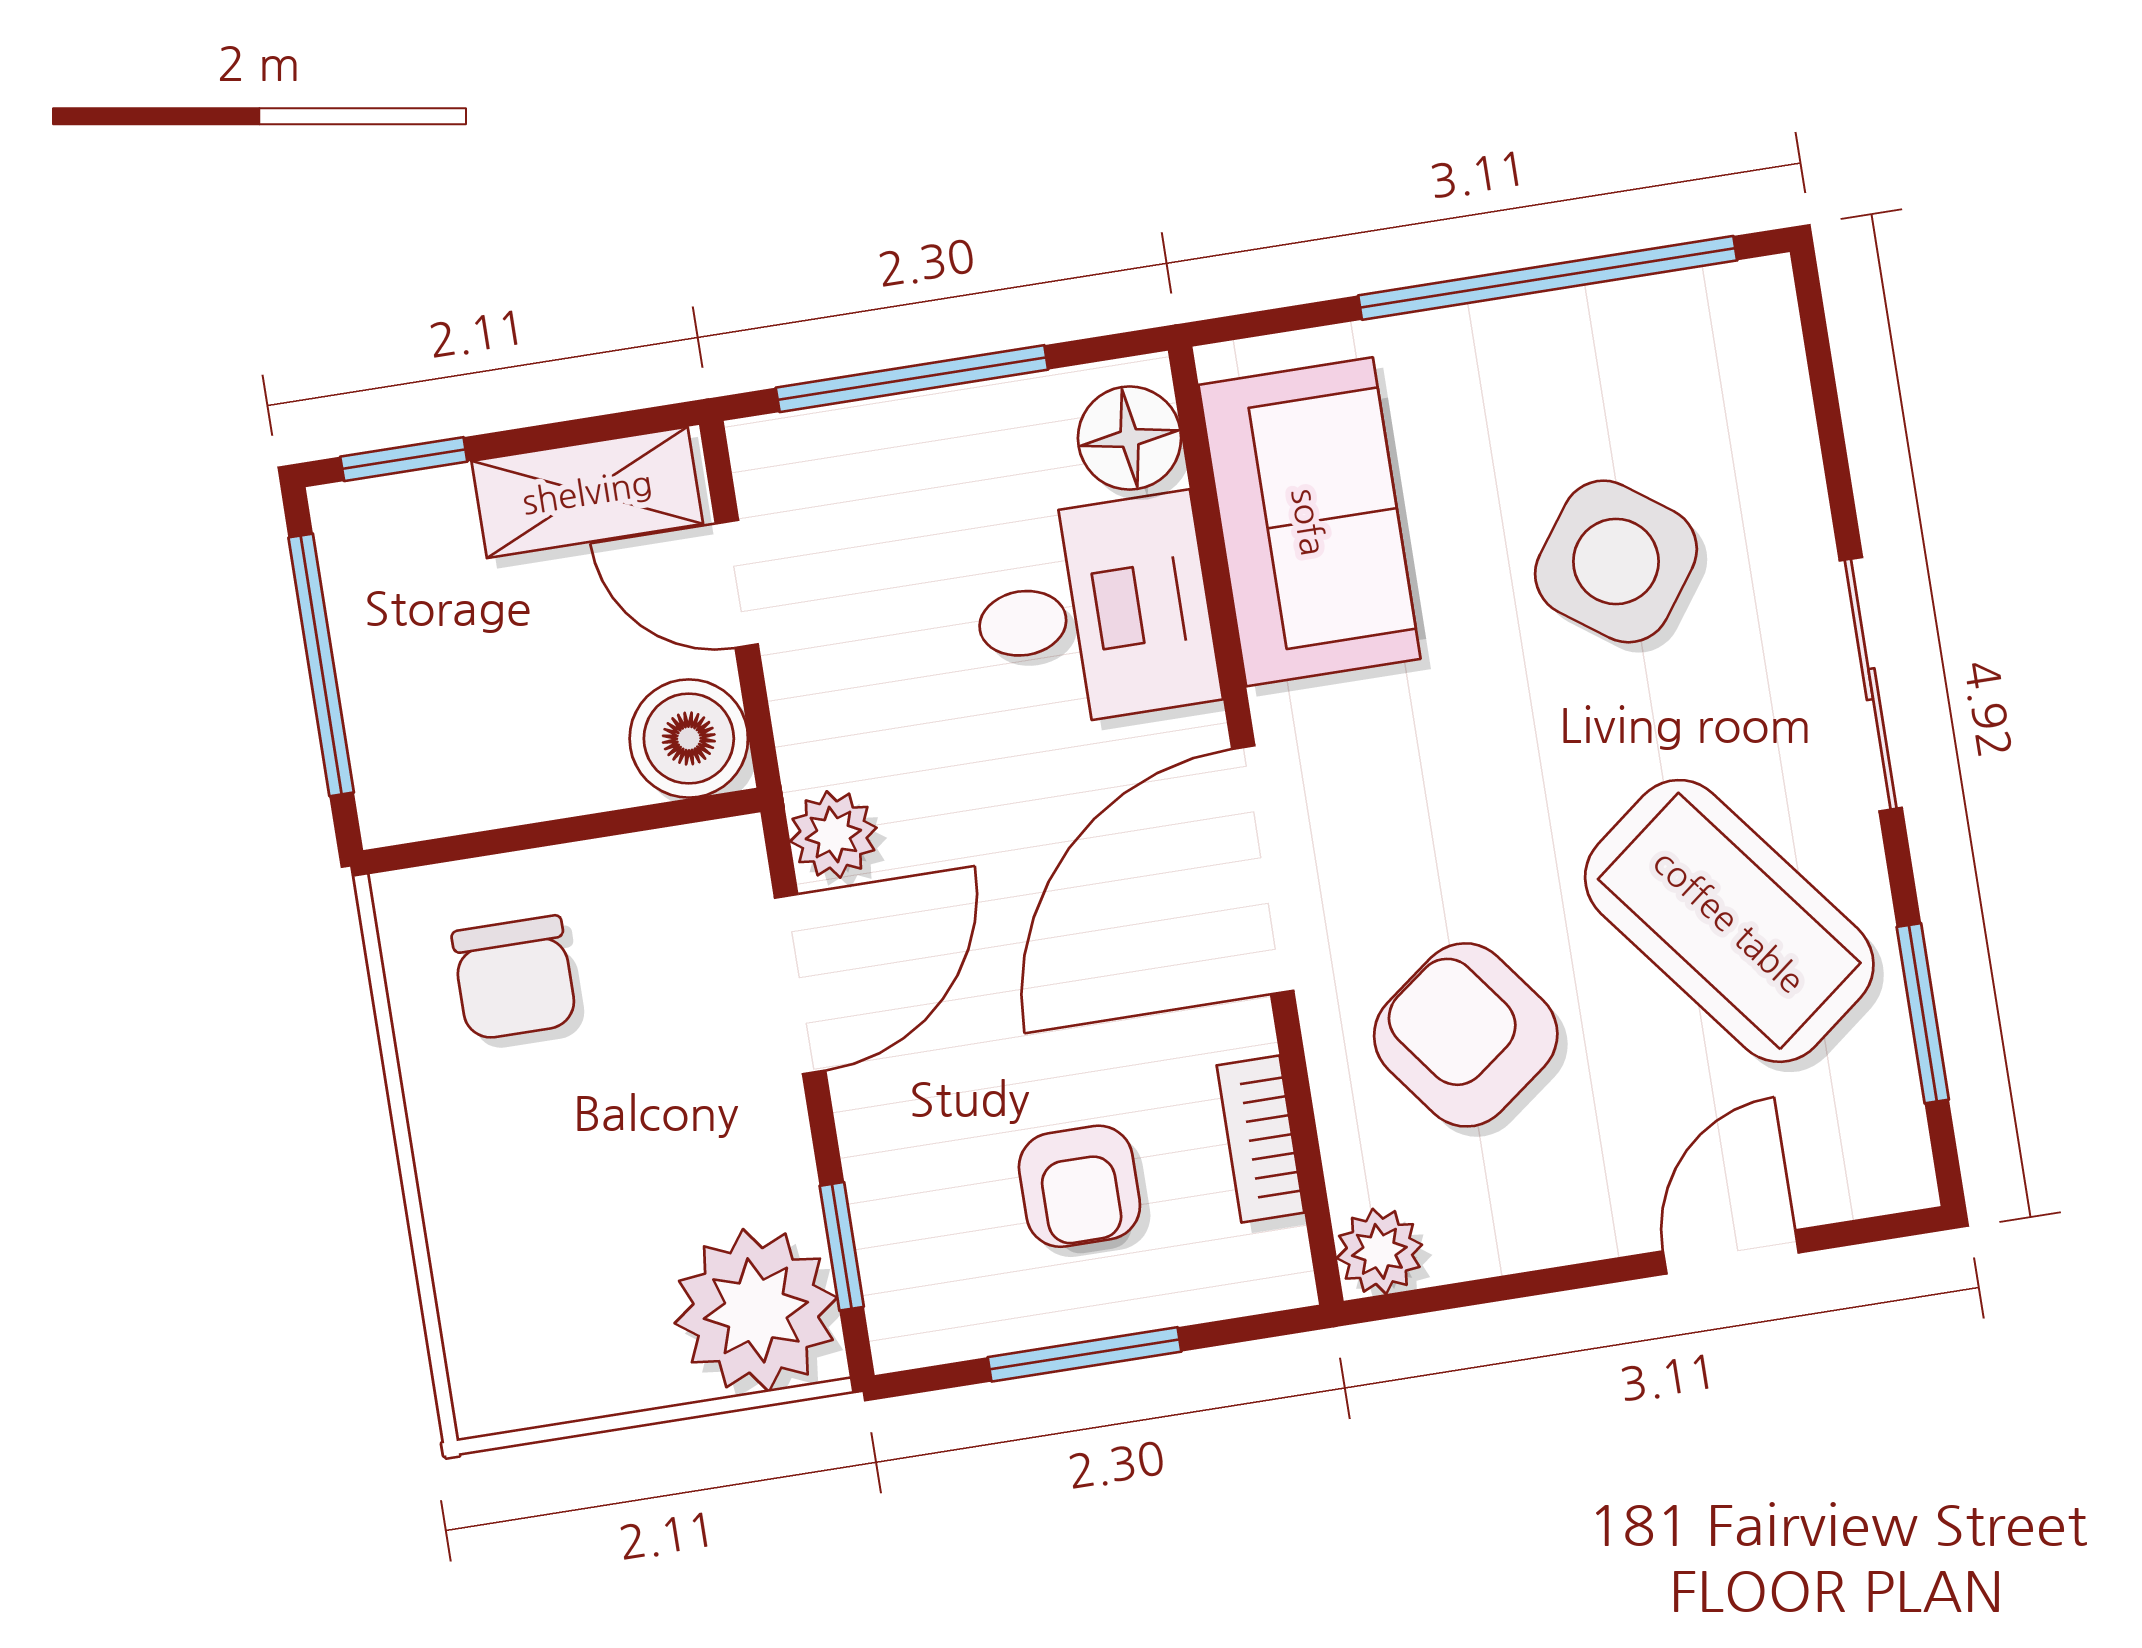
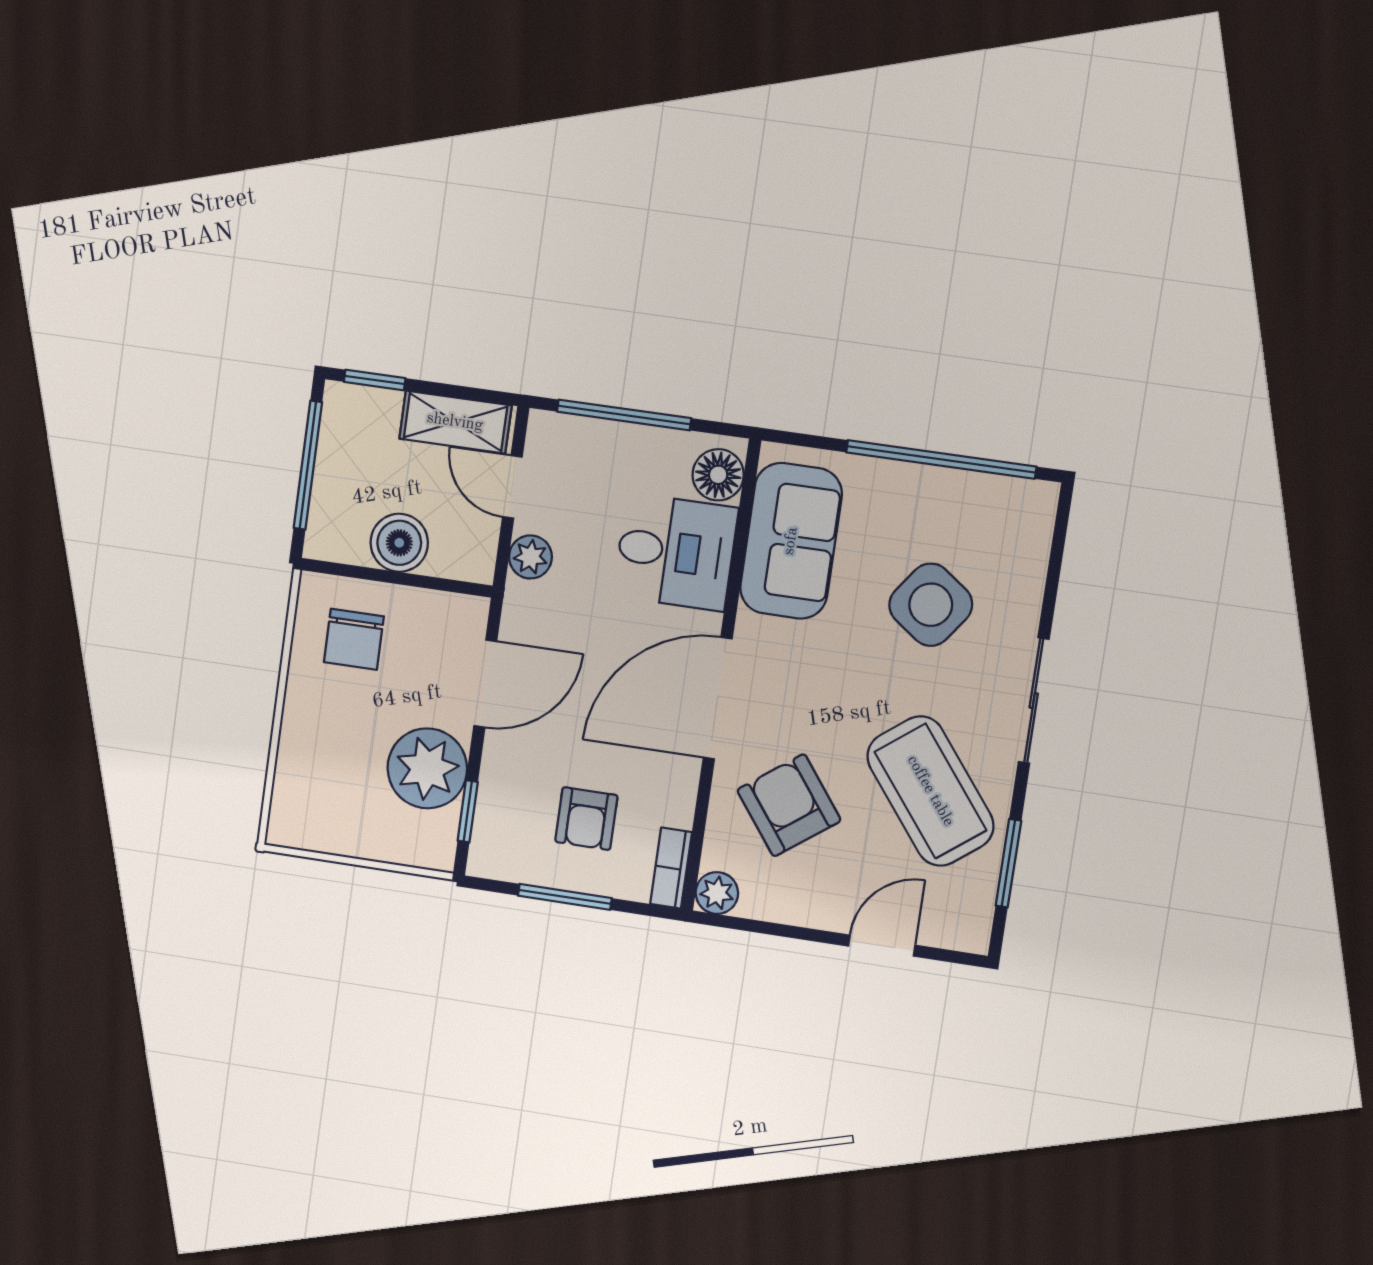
boiler: (689, 739) -> (399, 543), moved
plant: (833, 834) -> (530, 557), moved
bookcase: (1261, 1139) -> (671, 868), moved
plant: (756, 1310) -> (427, 768), moved

